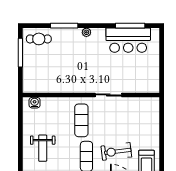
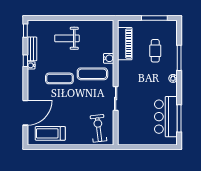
cafe table: (39, 39) -> (155, 51), moved
piano: (48, 85) -> (125, 44), added
water cooler: (35, 103) -> (109, 58), moved
exercise bike: (116, 152) -> (98, 128), moved

